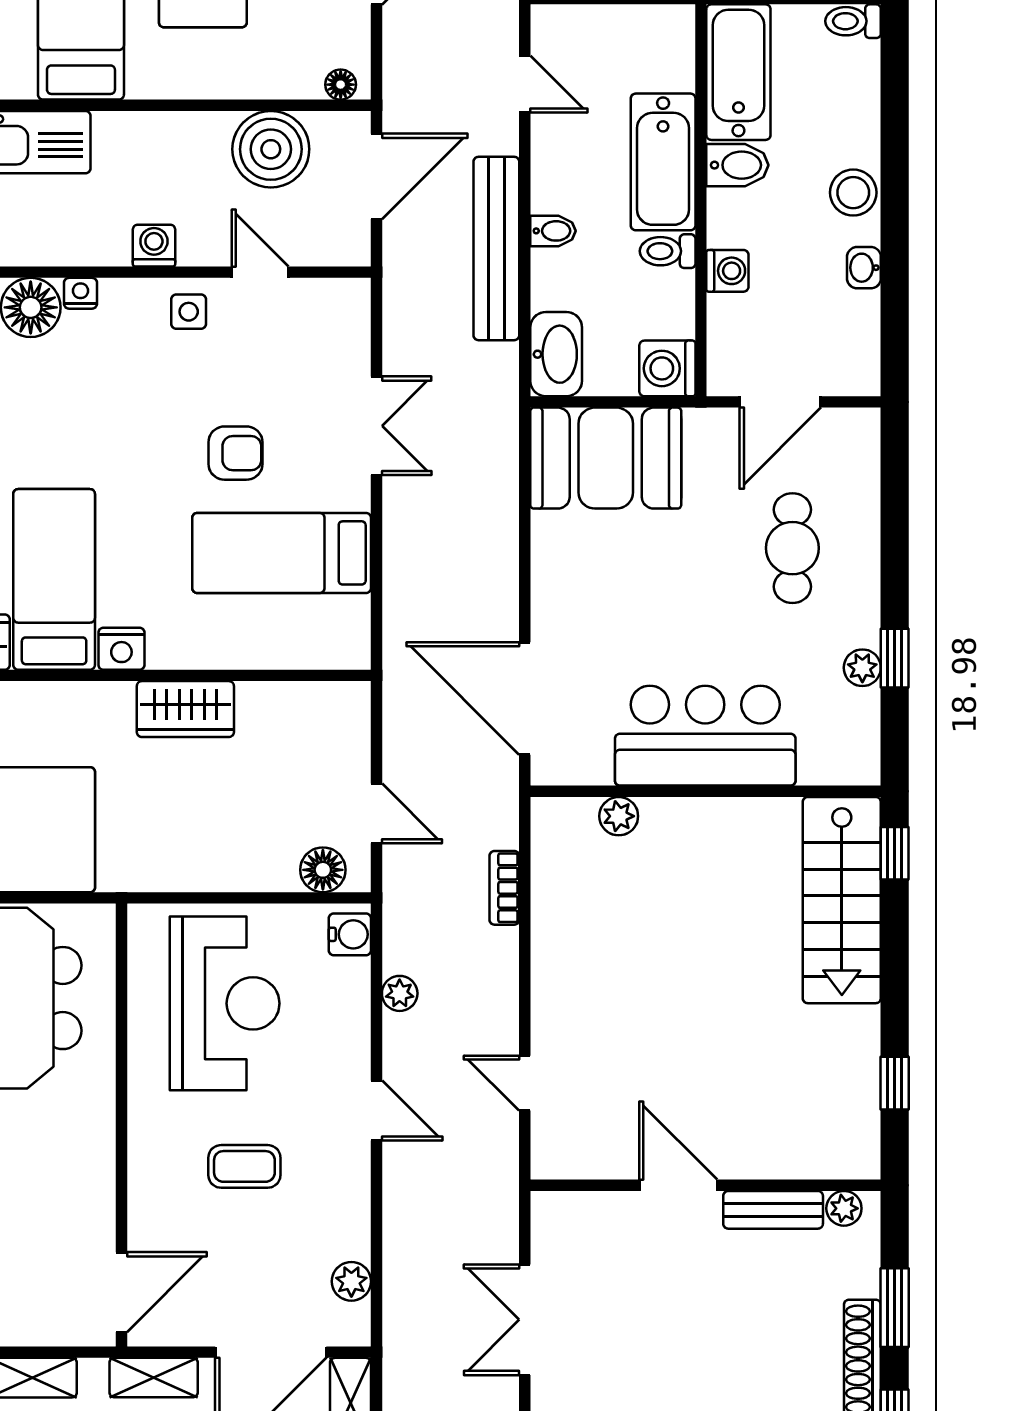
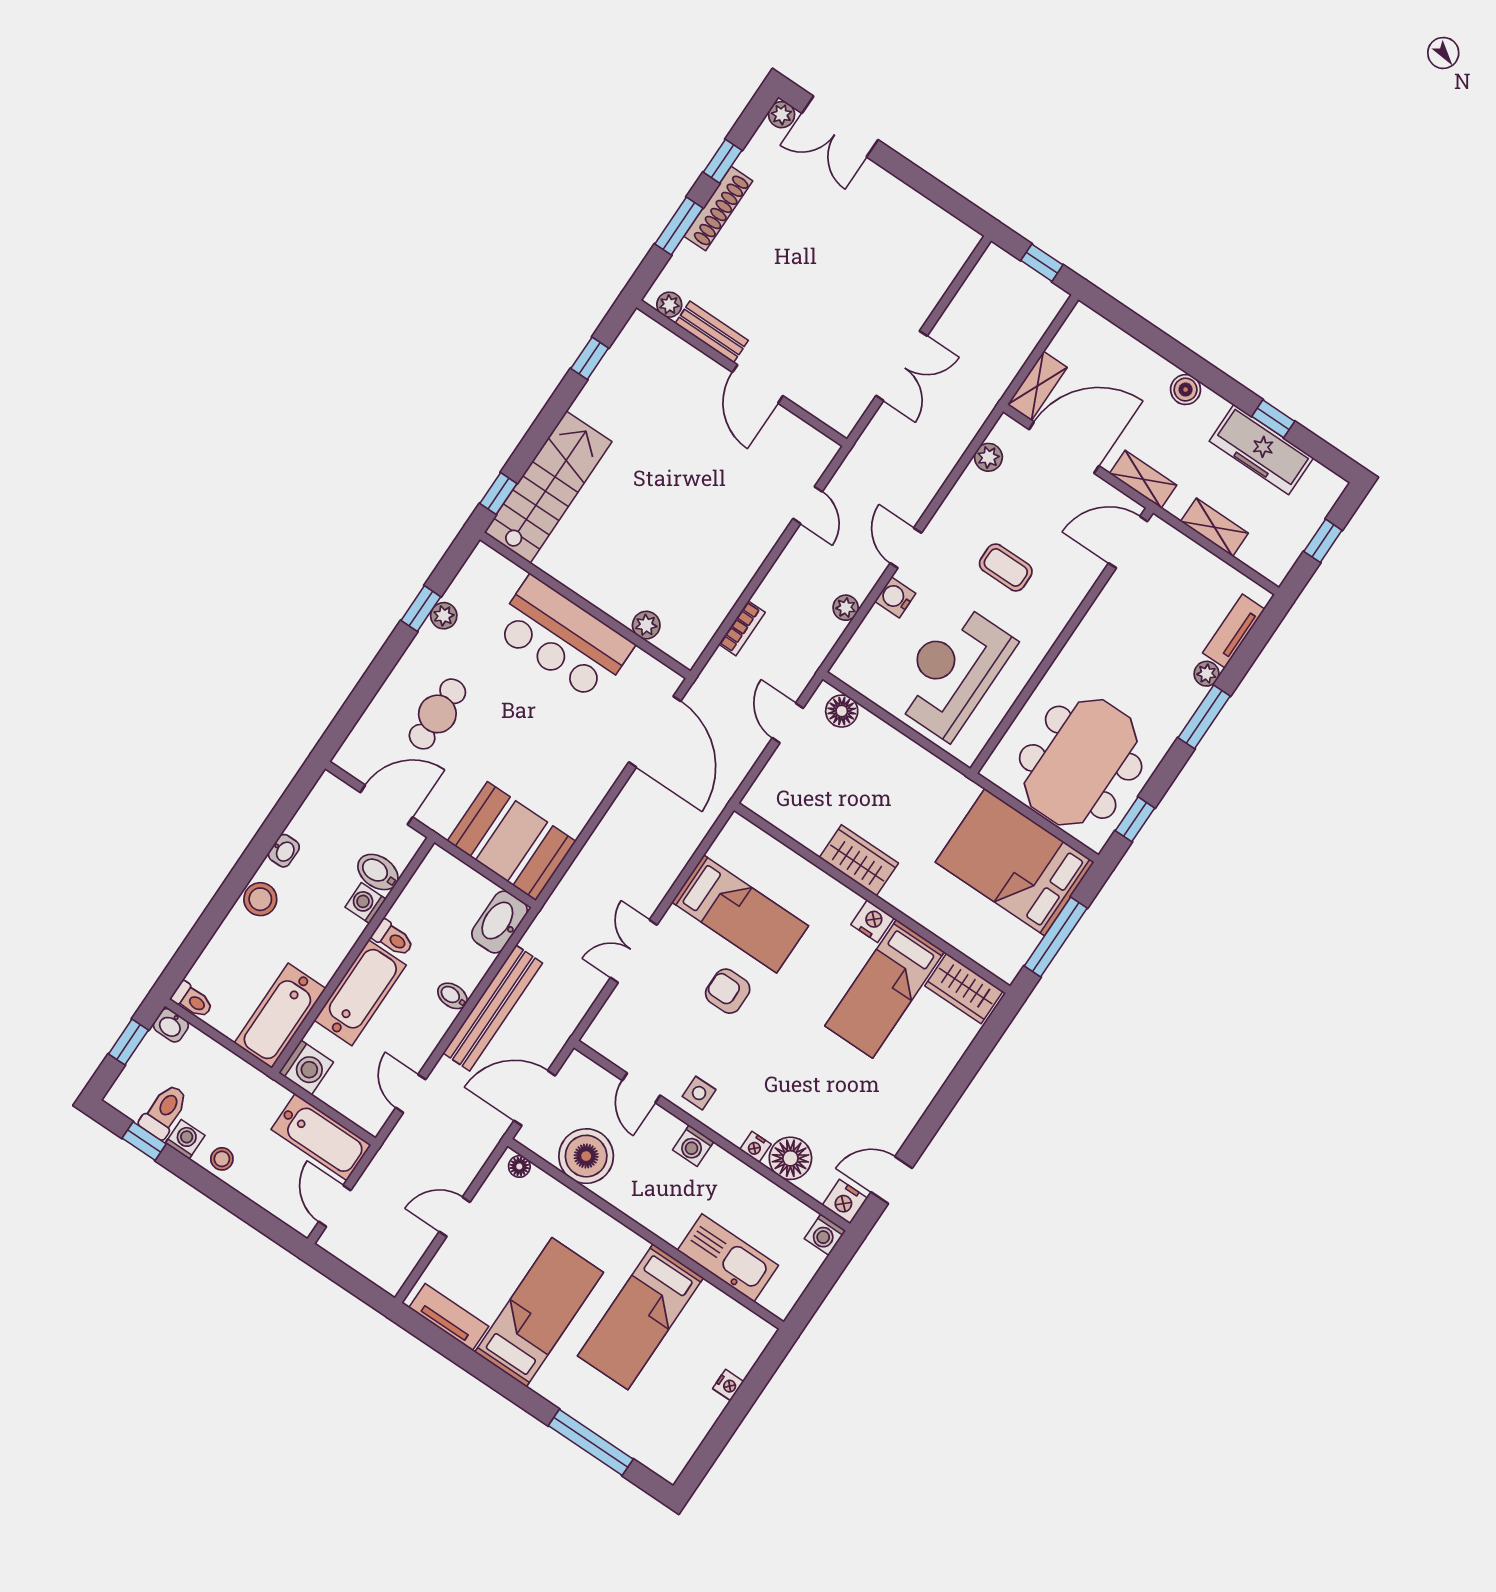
bidet: (737, 165) -> (378, 872), moved
washing machine: (667, 368) -> (306, 1067), moved
water cooler: (350, 934) -> (895, 597), moved

